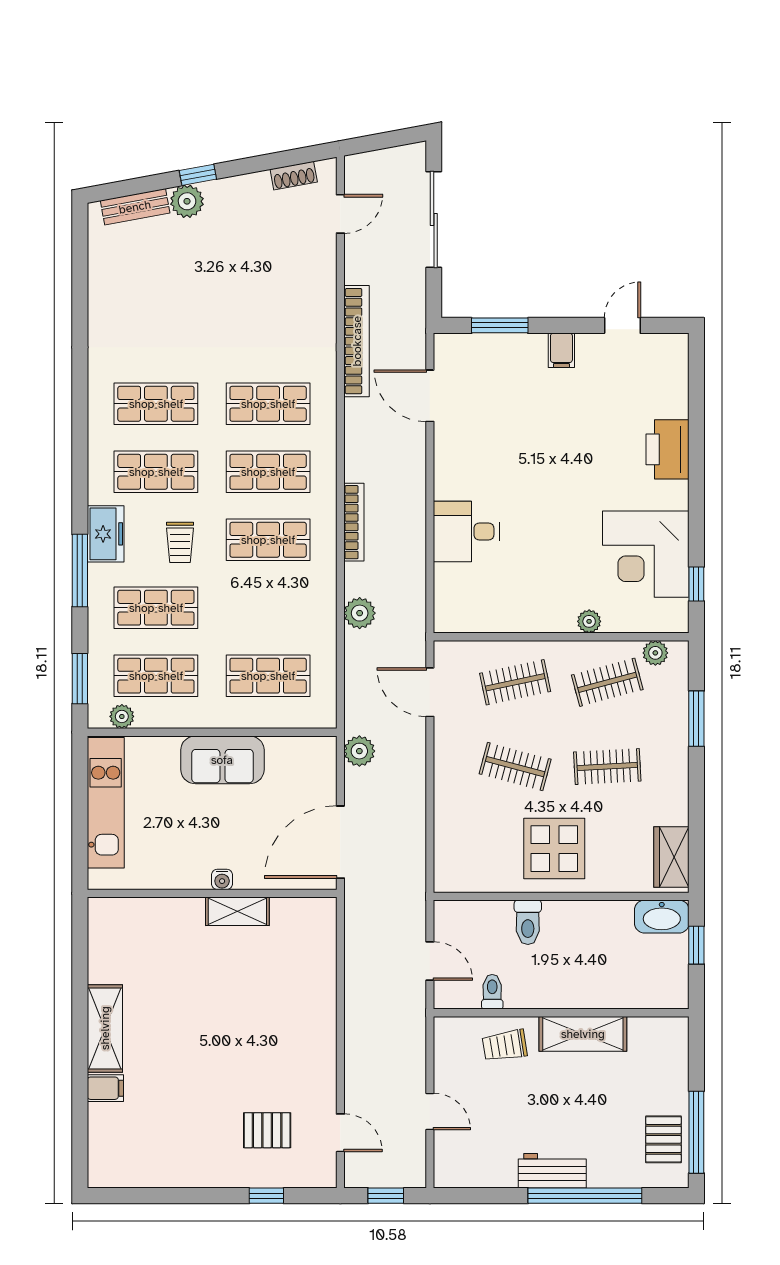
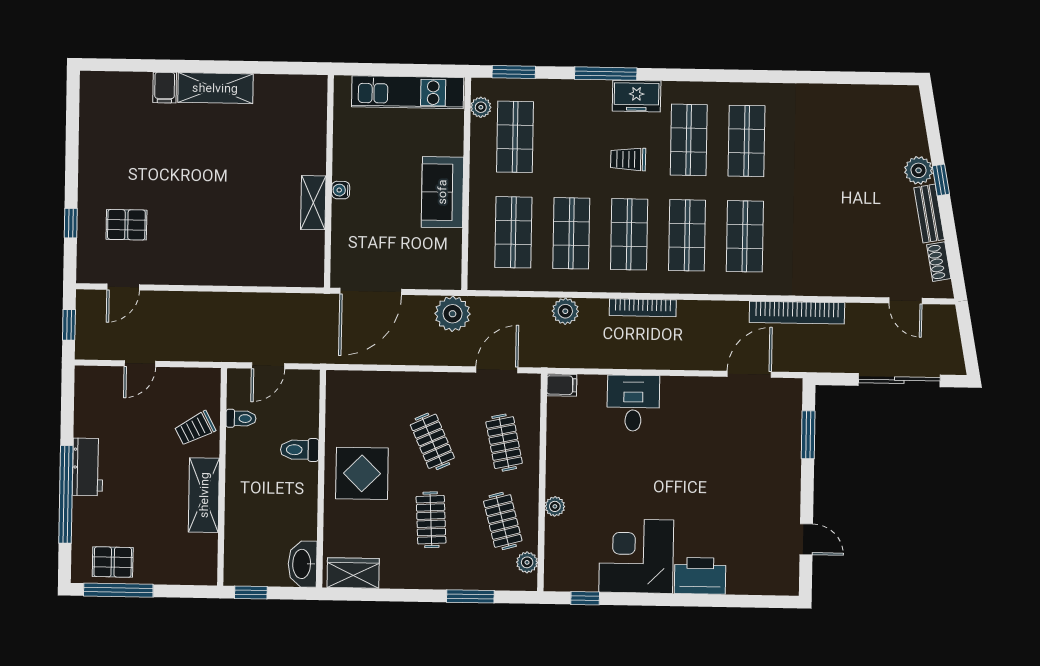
bench: (135, 207) -> (929, 214), moved
filing cabinet: (561, 350) -> (562, 385), moved, turned 180
corner desk: (646, 554) -> (636, 556), moved
shop shelf: (156, 608) -> (571, 233), moved
plant: (359, 751) -> (453, 314), width x1.36, depth x1.36
clothes rail: (515, 767) -> (432, 441), turned -39
door: (340, 842) -> (371, 291), swing flipped
window: (696, 945) -> (251, 593), moved
trolley: (505, 1045) -> (195, 428), turned -109
pallet: (267, 1130) -> (126, 225), turned 90

